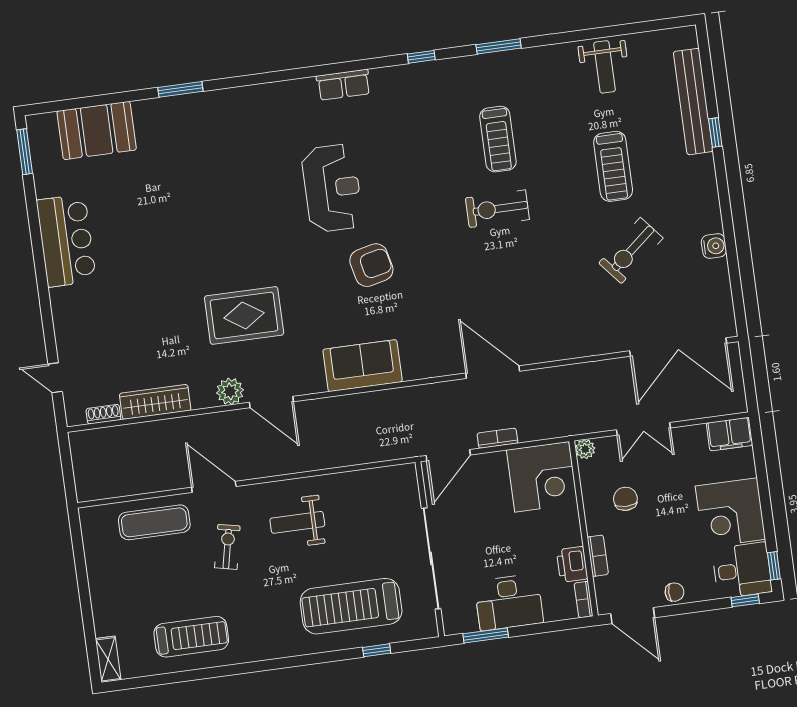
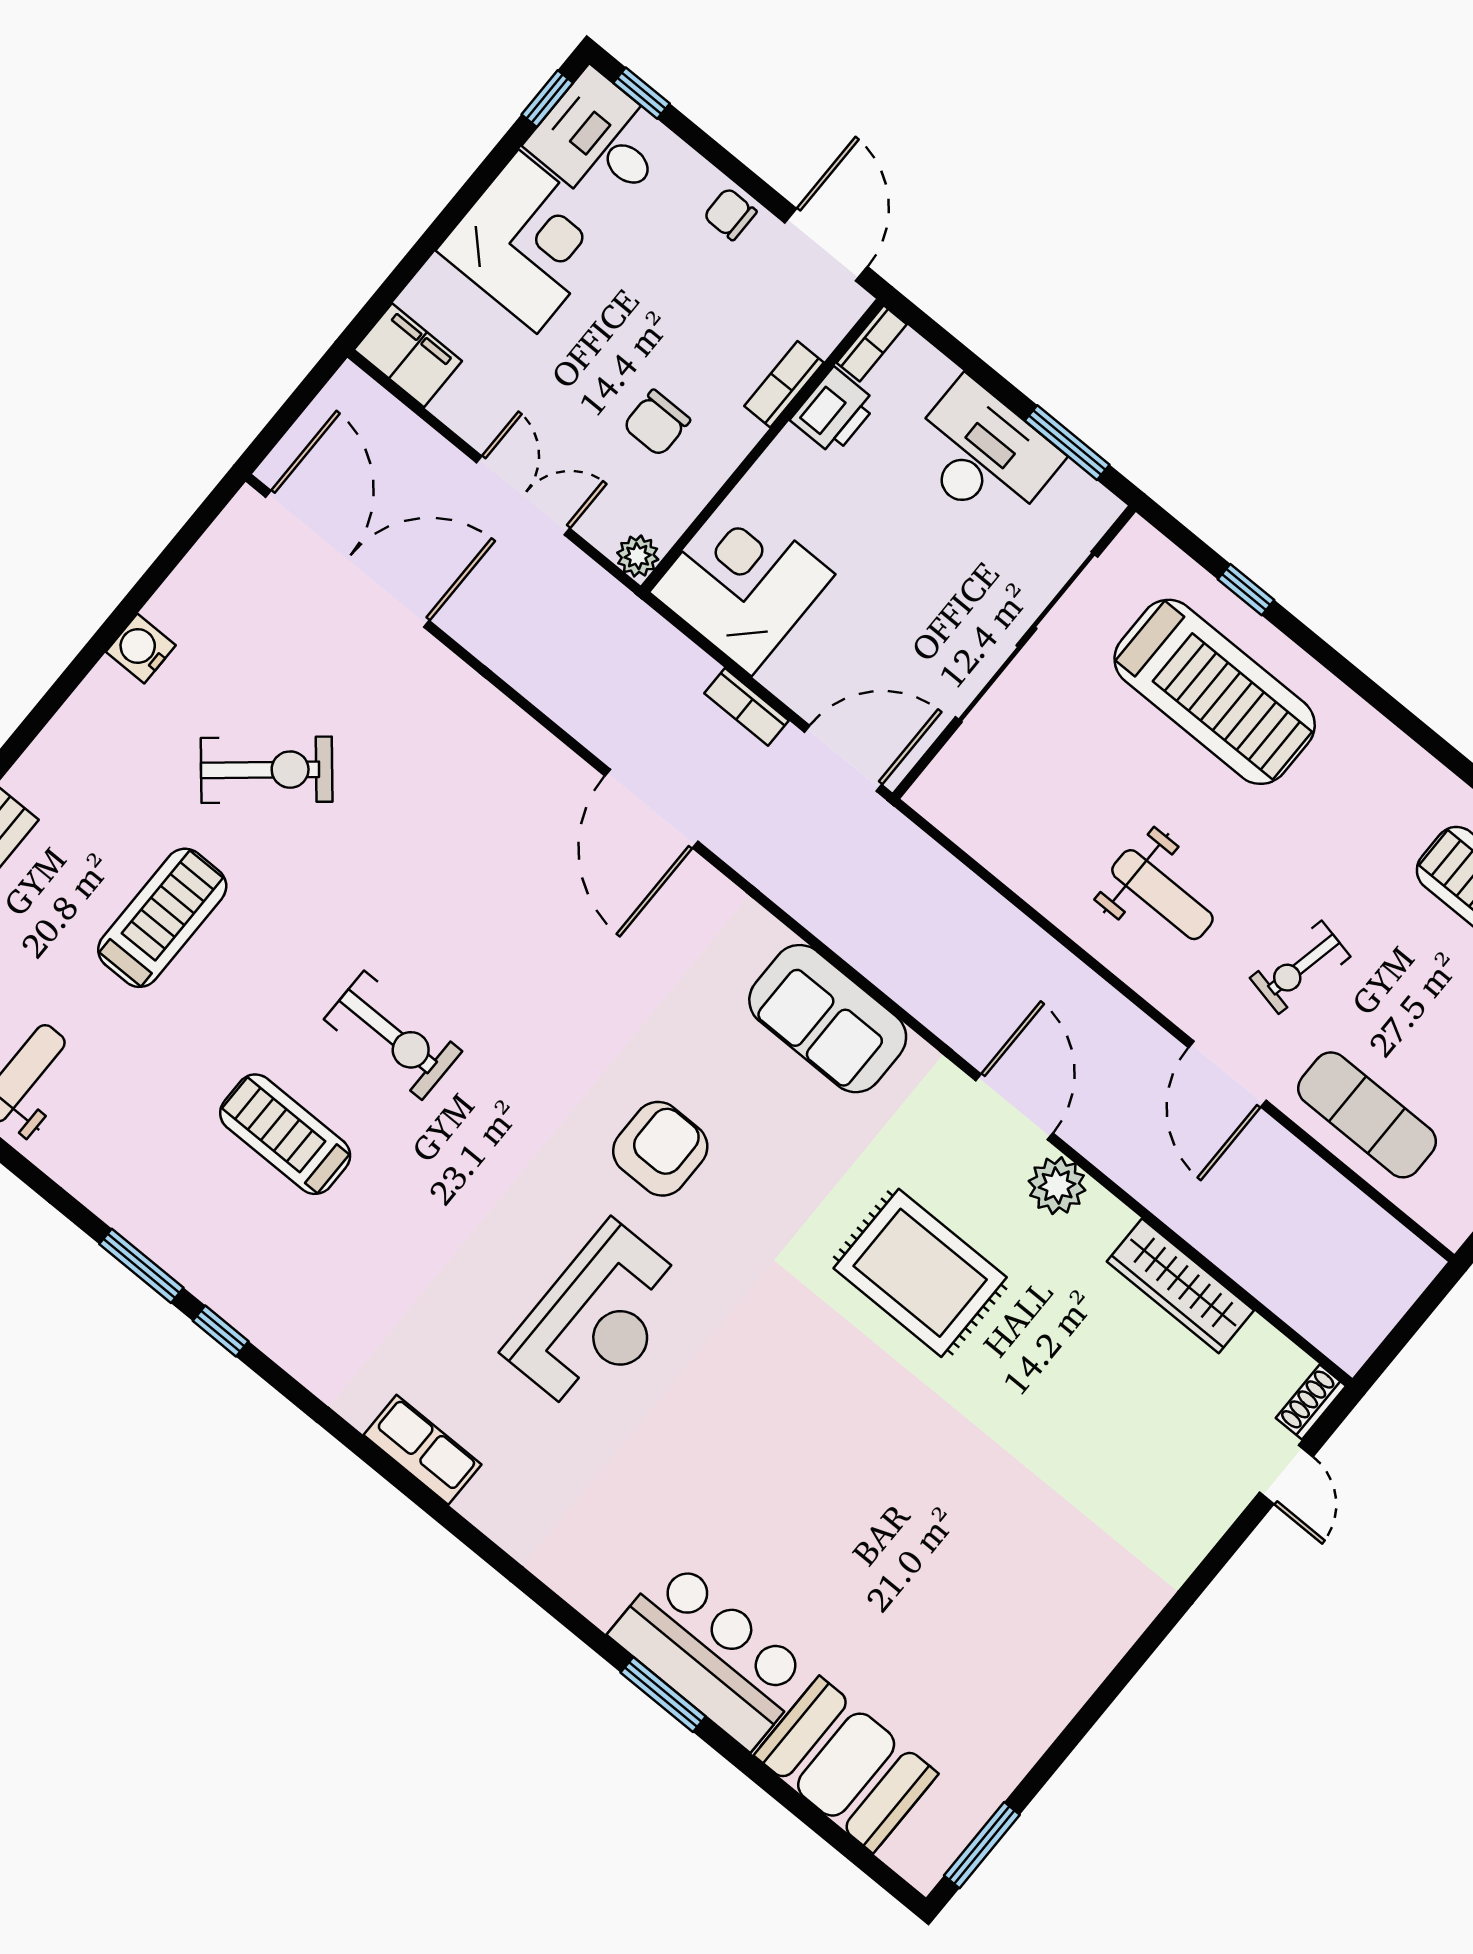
window: (421, 57) -> (221, 1331), moved
treadmill: (498, 139) -> (285, 1134), turned -90
reception desk: (332, 188) -> (598, 1319), turned 180
bar counter: (66, 241) -> (711, 1654), moved, turned 90
armchair: (371, 265) -> (660, 1149), turned 103
shoe rack: (103, 414) -> (1311, 1402), moved, turned 90

